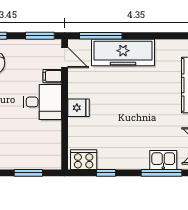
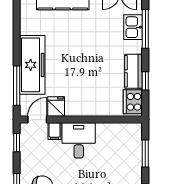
window: (40, 36) -> (17, 143), width x0.67
fridge: (78, 108) -> (56, 107), moved
kitchen counter: (116, 161) -> (134, 71), added

